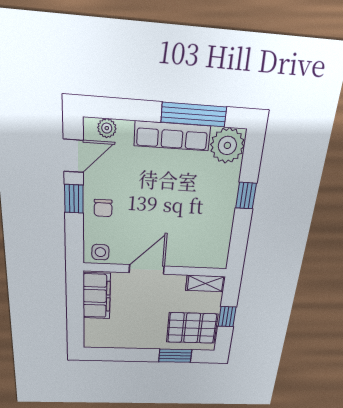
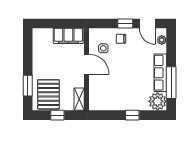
side table: (100, 252) -> (103, 48), moved

